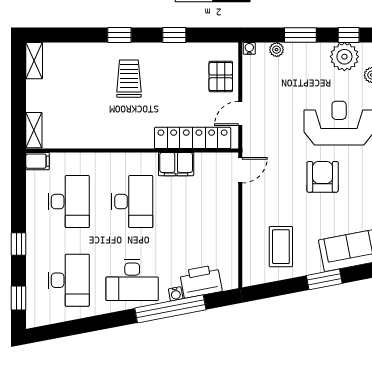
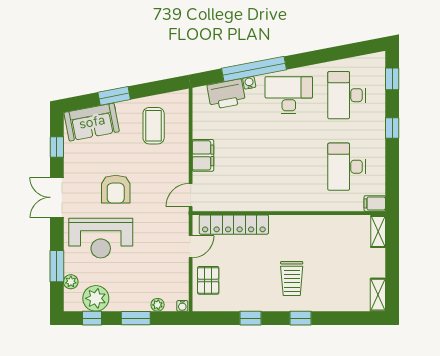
filing cabinet: (176, 164) -> (203, 155), moved, turned 90
desk: (132, 202) -> (289, 167), removed

